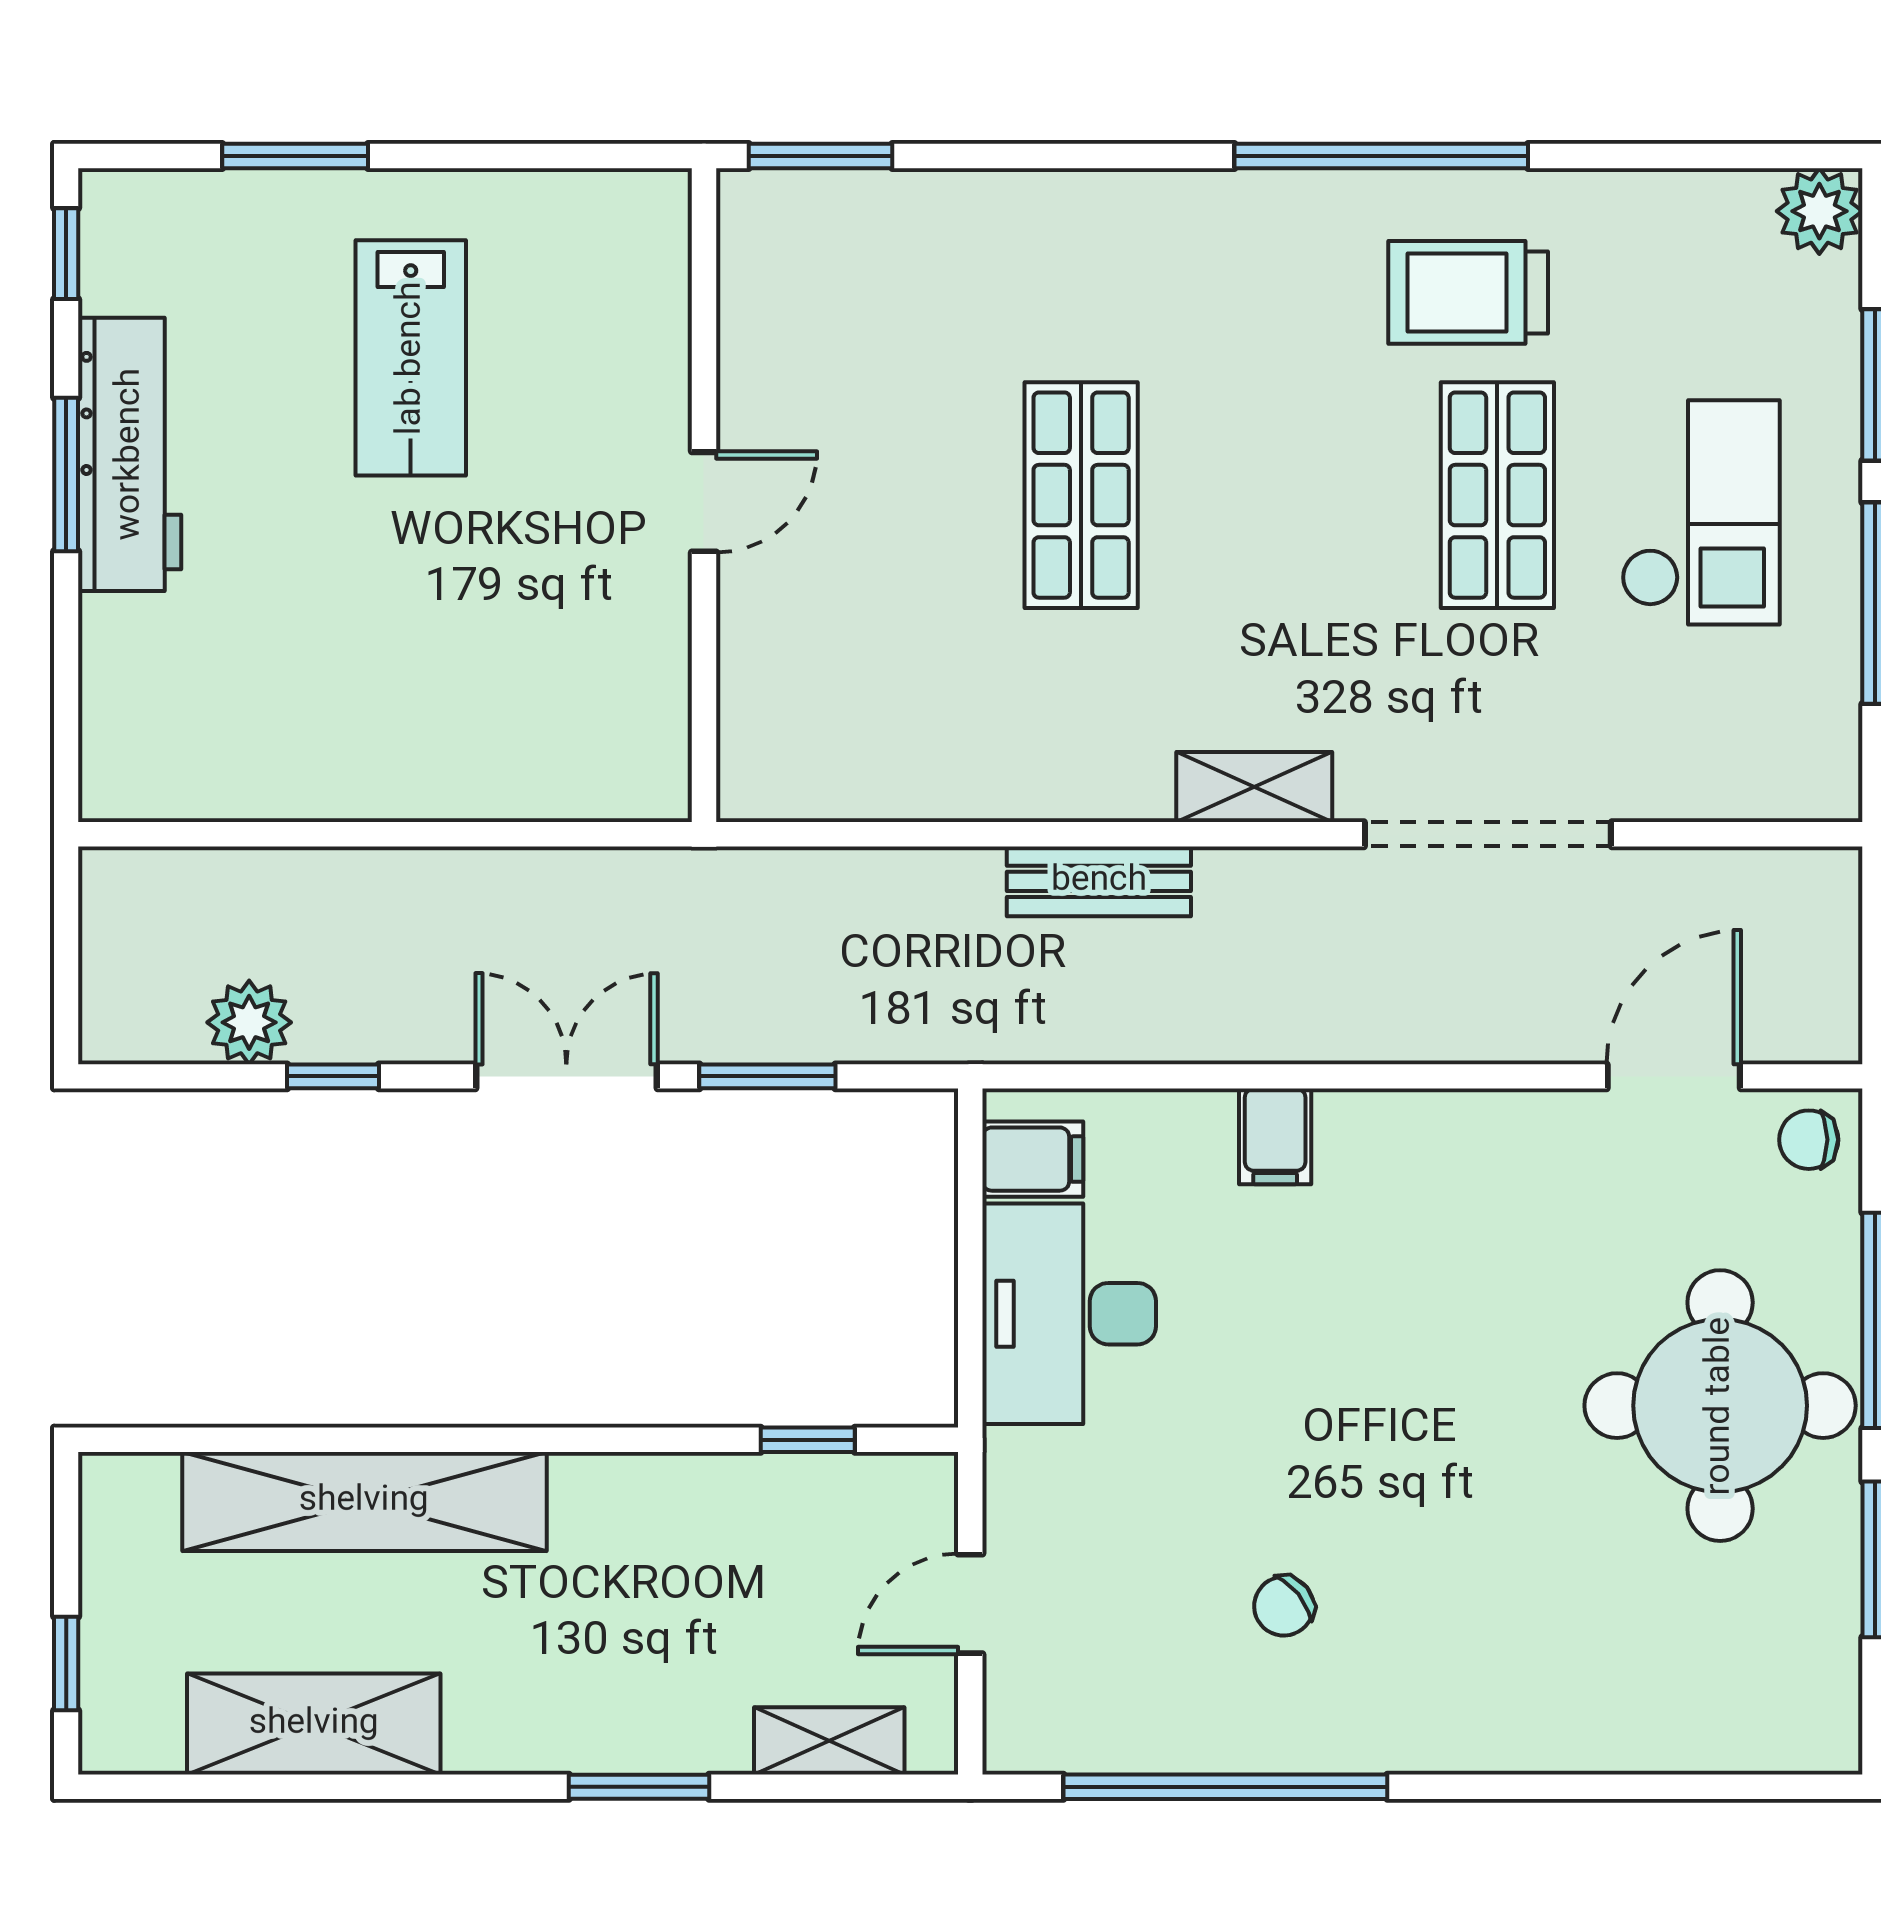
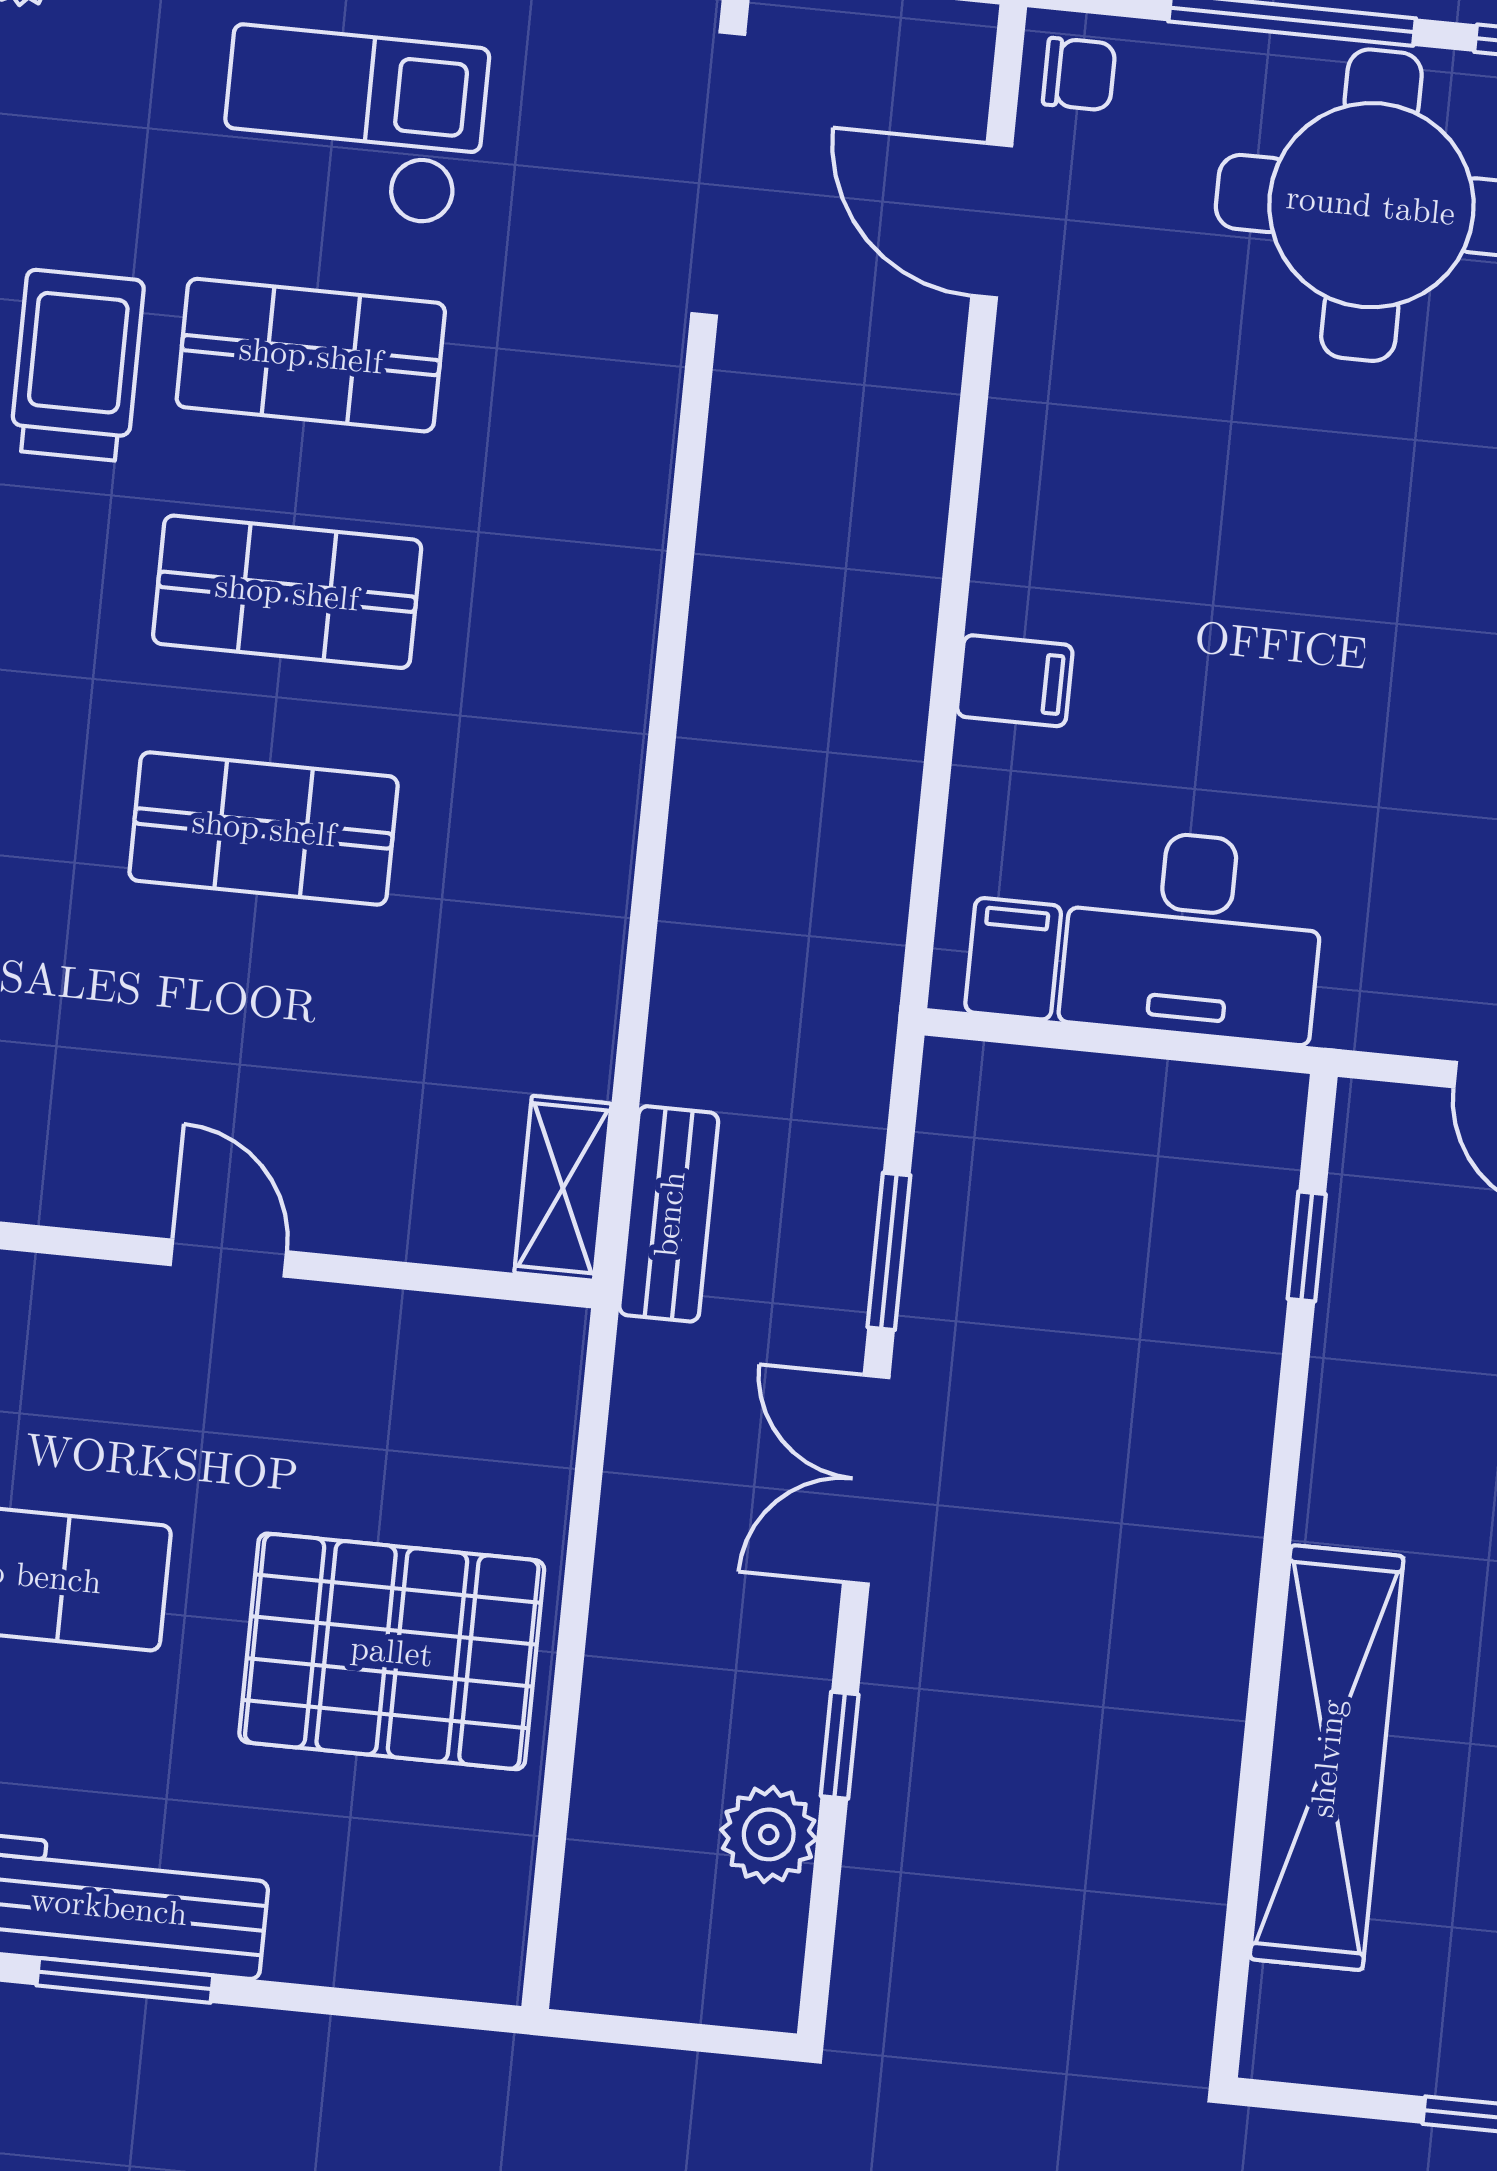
trolley: (1468, 292) -> (77, 365), turned 180
shop shelf: (1289, 495) -> (287, 592), added
pallet: (376, 678) -> (392, 1651), added
shelving: (1254, 787) -> (563, 1188), moved
doorway: (1488, 834) -> (718, 174), moved
bench: (1099, 881) -> (669, 1214), moved
chair: (1809, 1140) -> (1079, 74), turned -90

